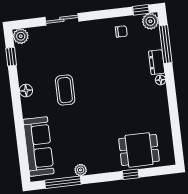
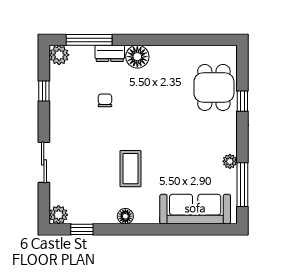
window: (141, 10) -> (44, 91), moved
chair: (121, 32) -> (105, 100), moved
floor lamp: (160, 80) -> (137, 57), width x1.89, depth x1.89
coffee table: (65, 90) -> (130, 169), turned 90

